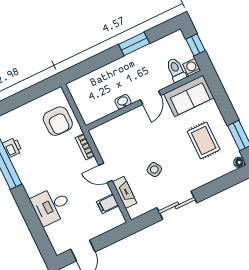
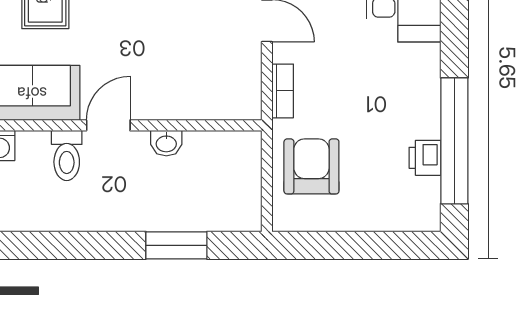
window: (134, 44) -> (176, 245), moved
toilet: (176, 70) -> (67, 155), moved

